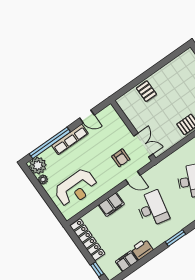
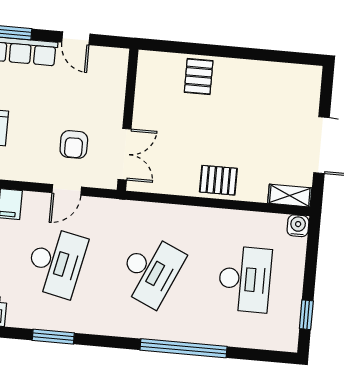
door: (133, 177) -> (67, 190), hinge flipped

